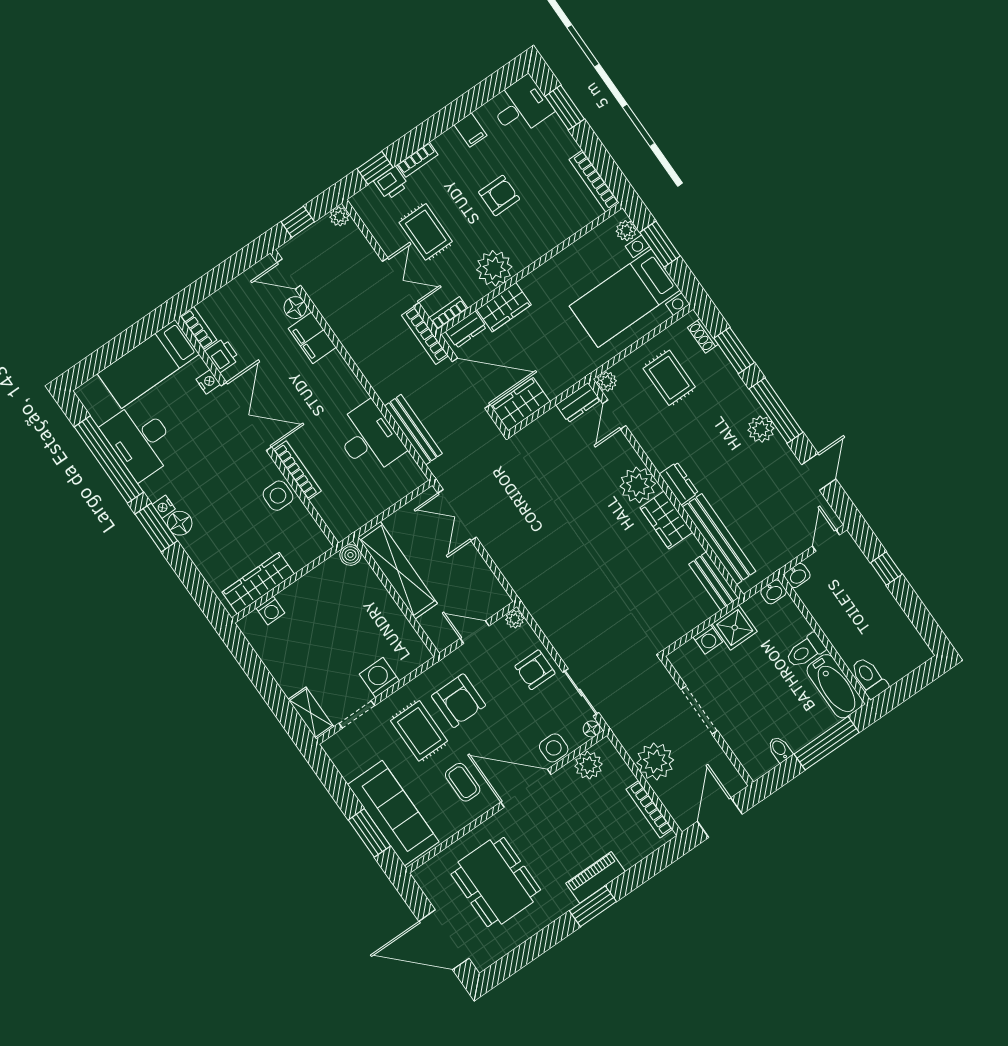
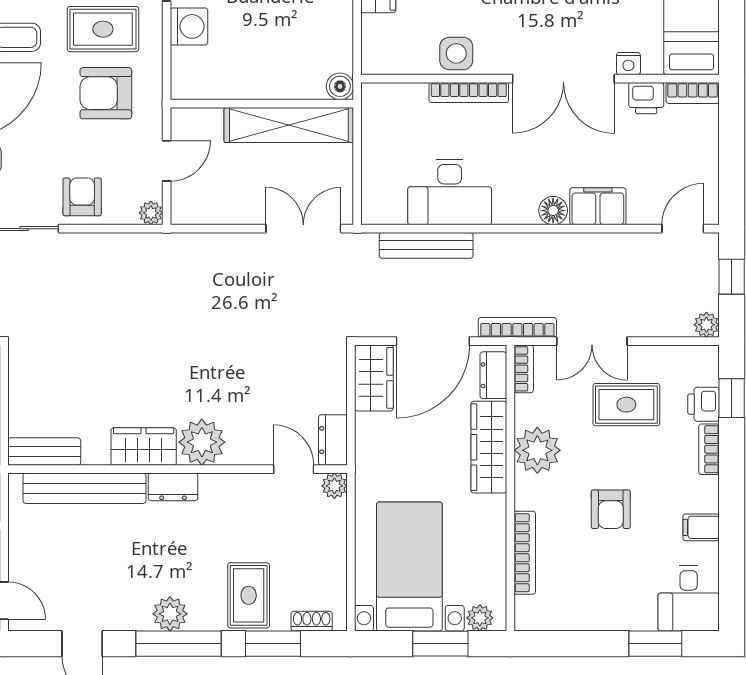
bookcase: (594, 181) -> (525, 553), moved, turned 90
wardrobe: (504, 307) -> (489, 447), width x1.50
floor lamp: (295, 308) -> (553, 211), moved
rug: (669, 378) -> (249, 595), moved, turned 90

